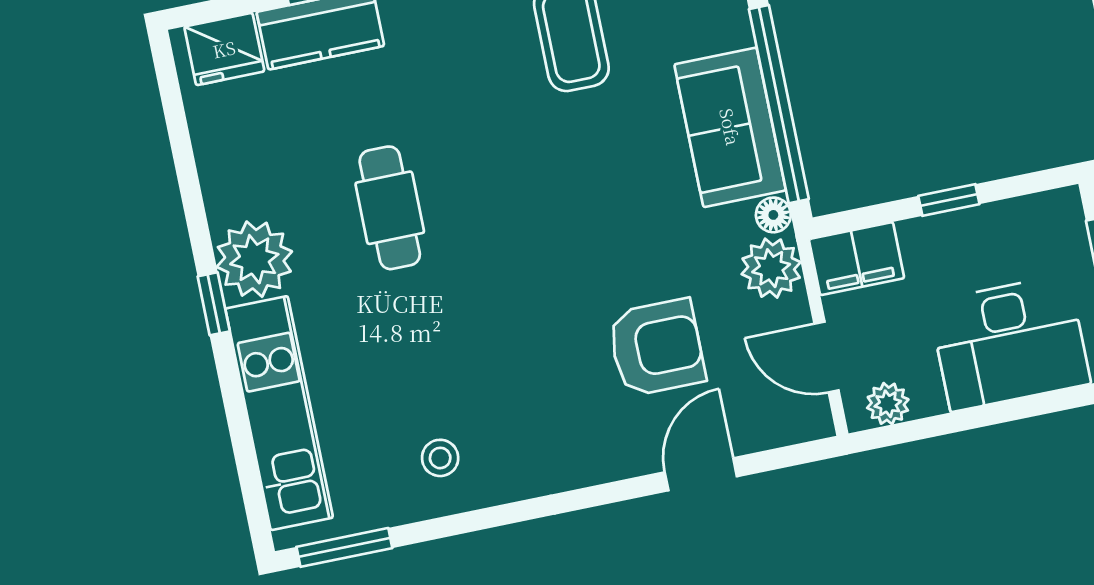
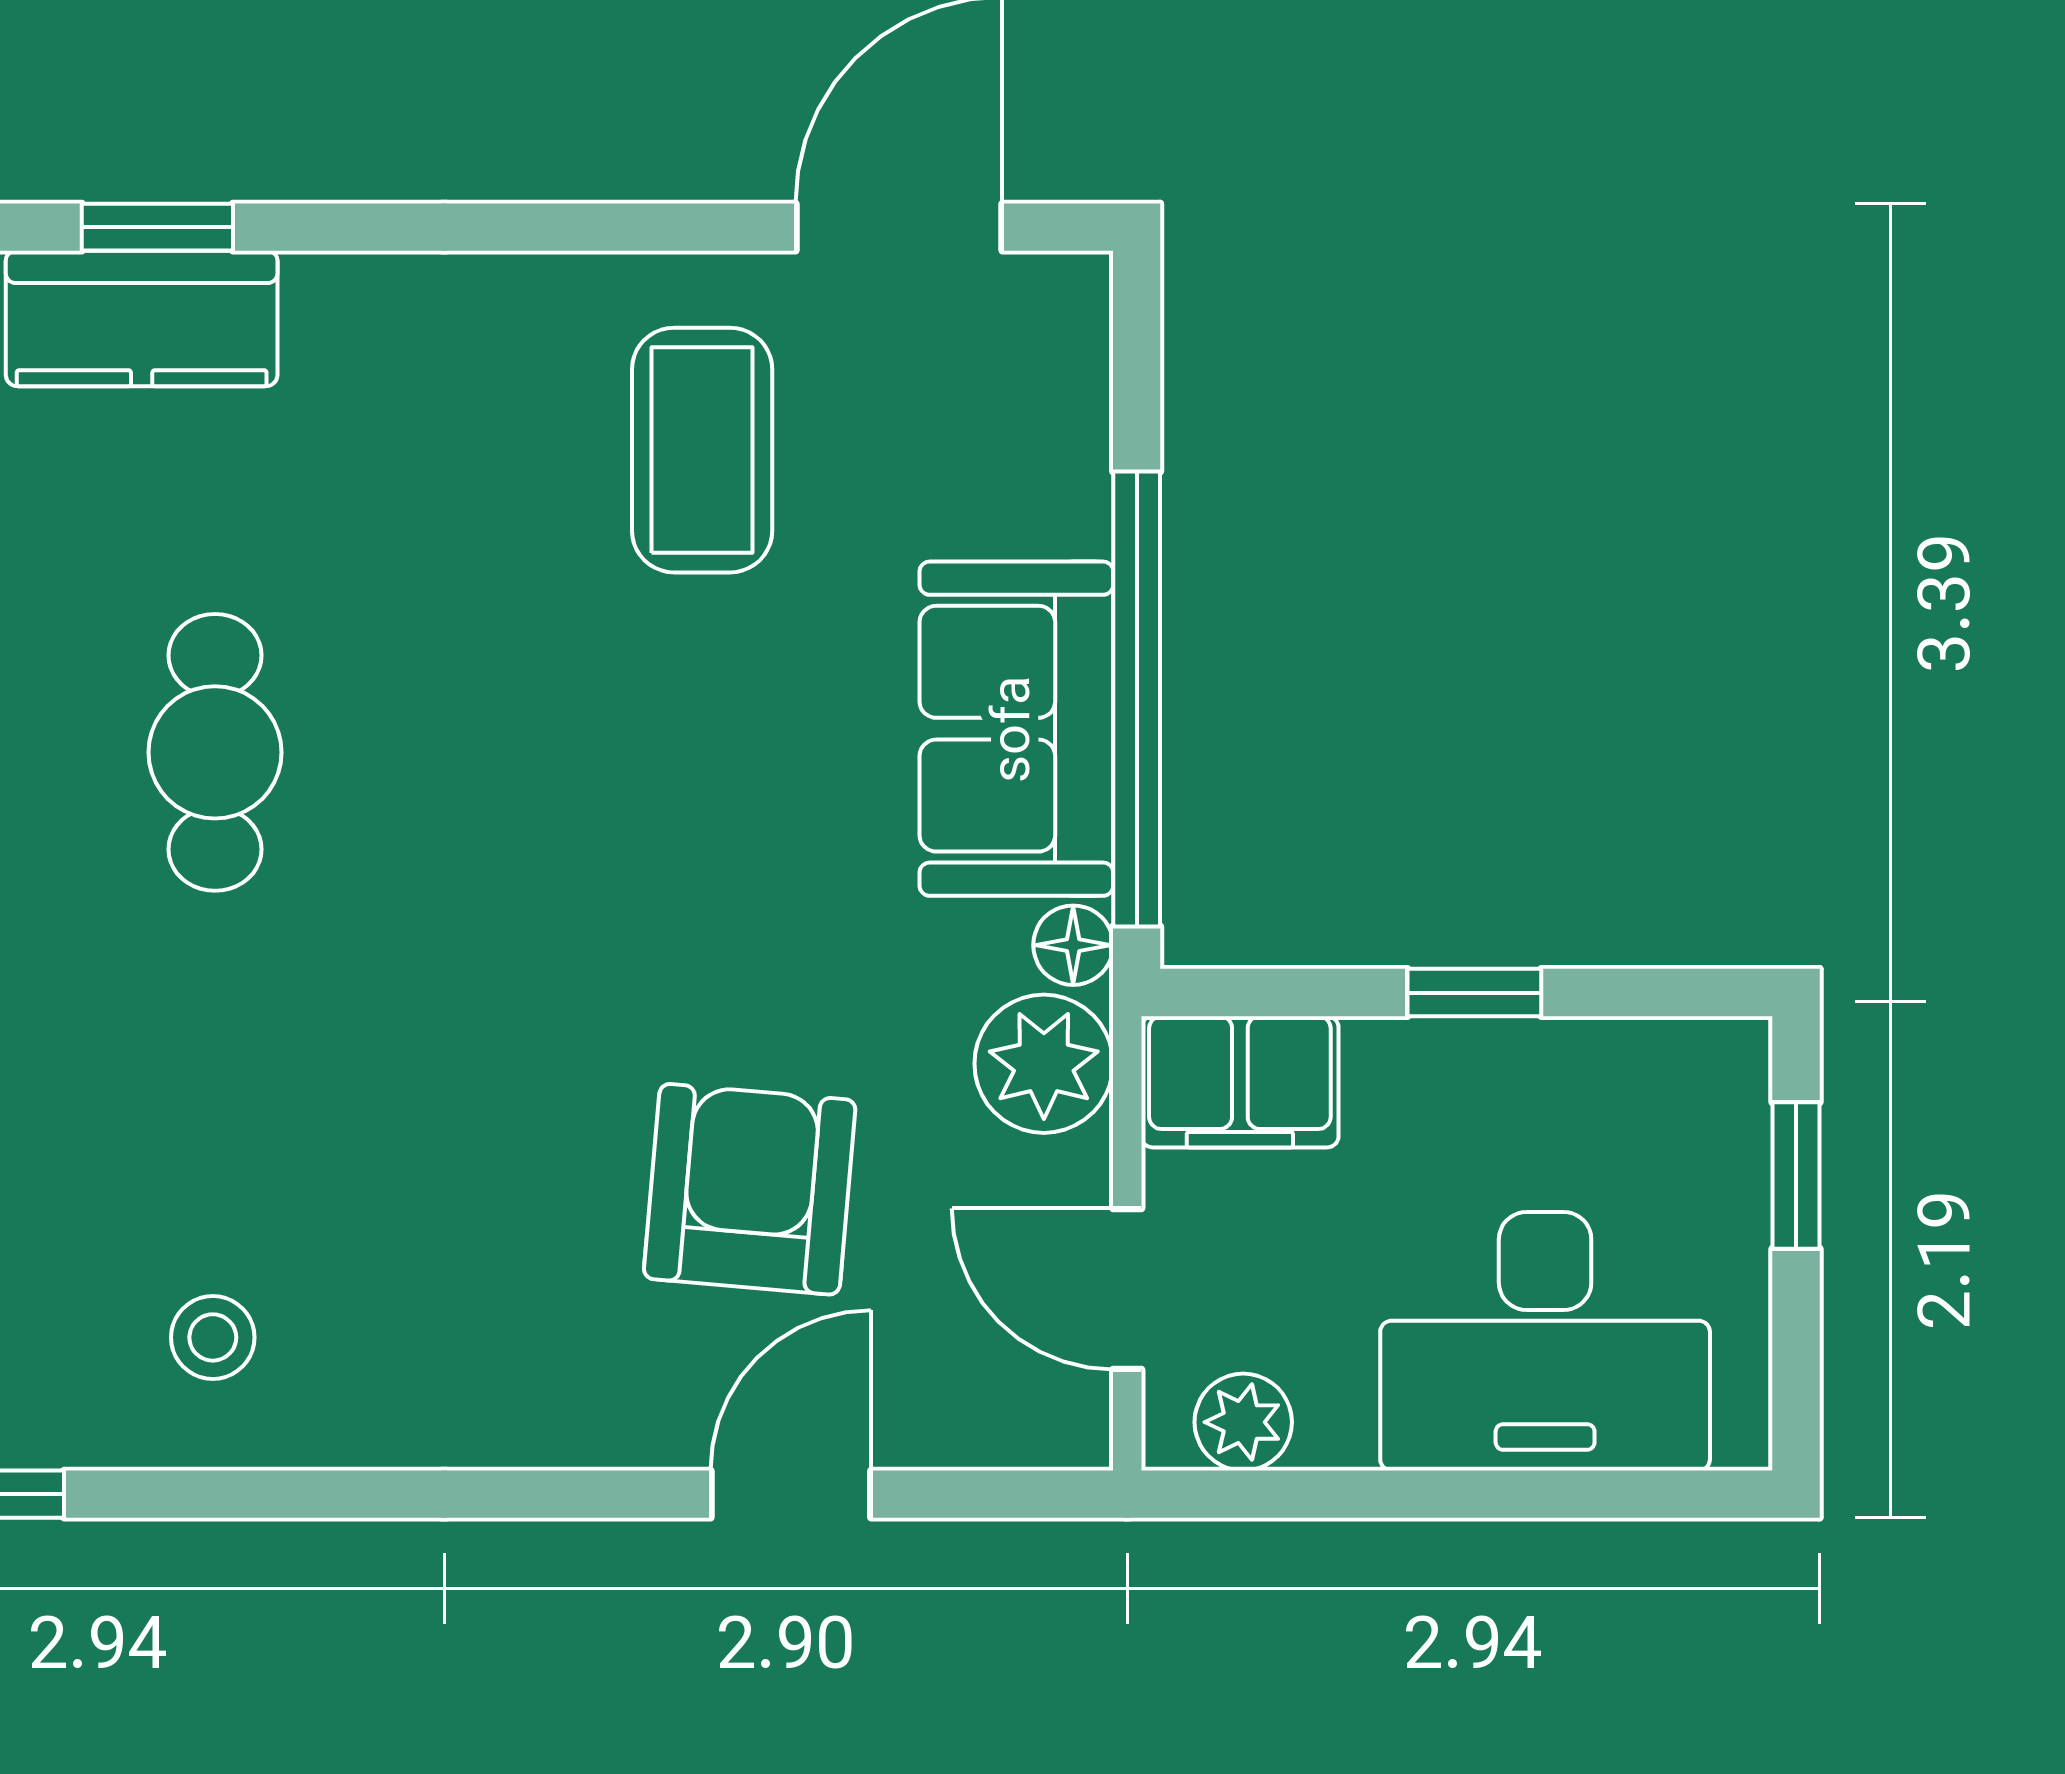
armchair: (656, 348) -> (750, 1189), turned -85

